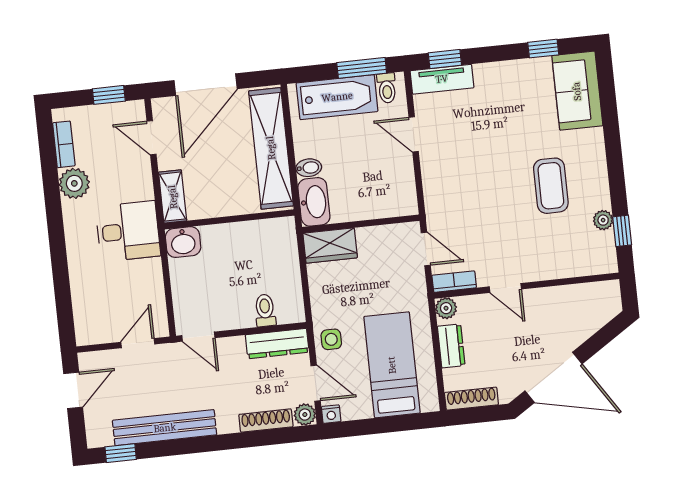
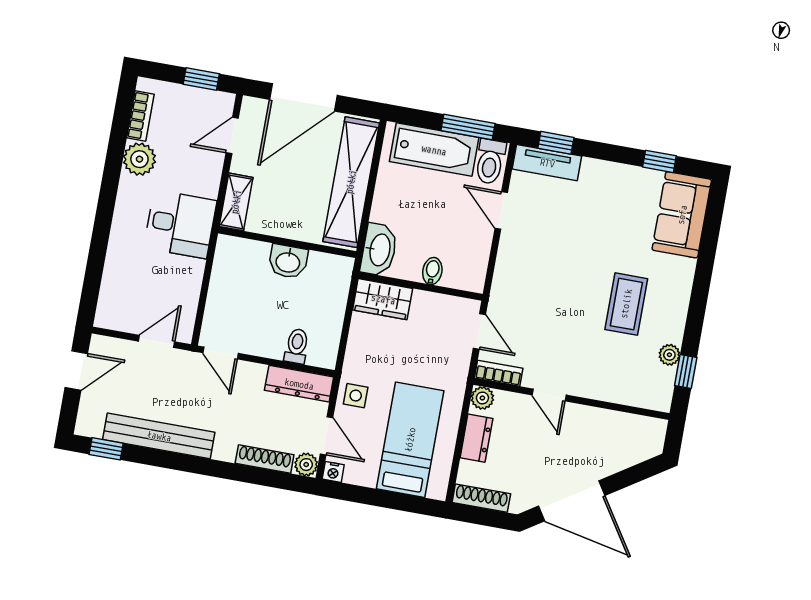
toilet: (387, 88) -> (490, 162), width x1.37, depth x1.39
door: (152, 138) -> (232, 136), hinge flipped
bidet: (309, 168) -> (432, 271), moved, turned -90
washbasin: (183, 242) -> (288, 262), moved

